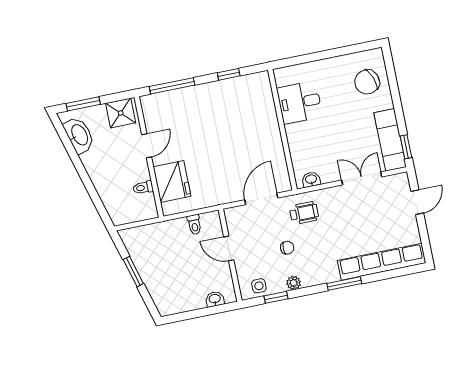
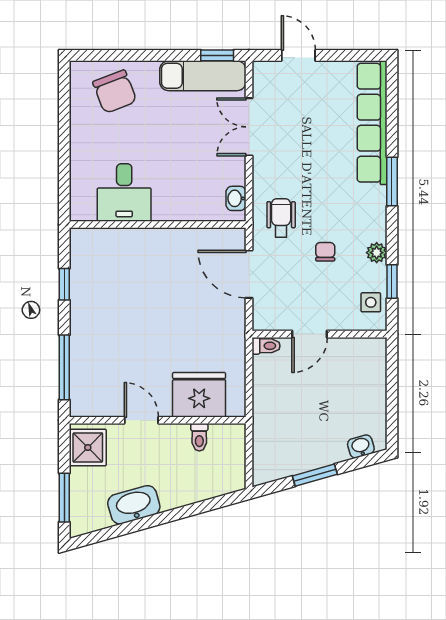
washbasin: (79, 135) -> (134, 505), moved
toilet: (194, 225) -> (266, 346), moved
washbasin: (215, 299) -> (361, 446), moved, turned 74

